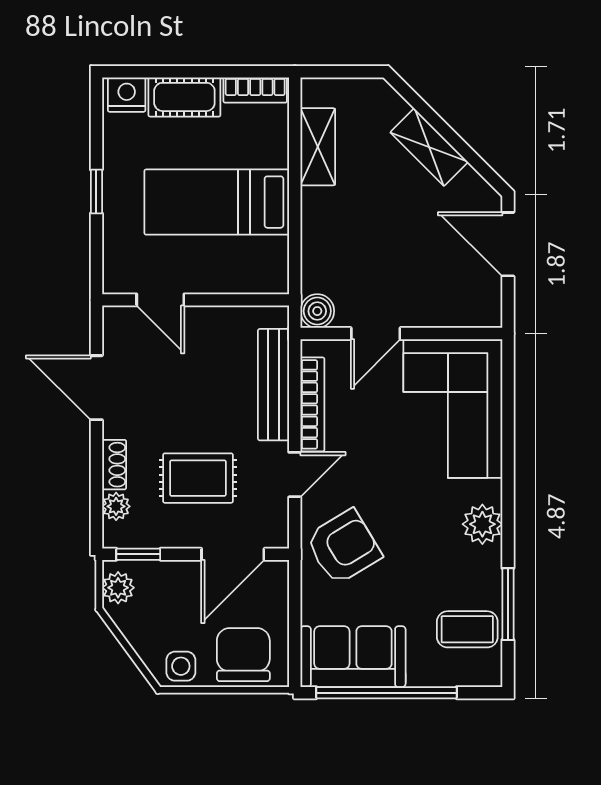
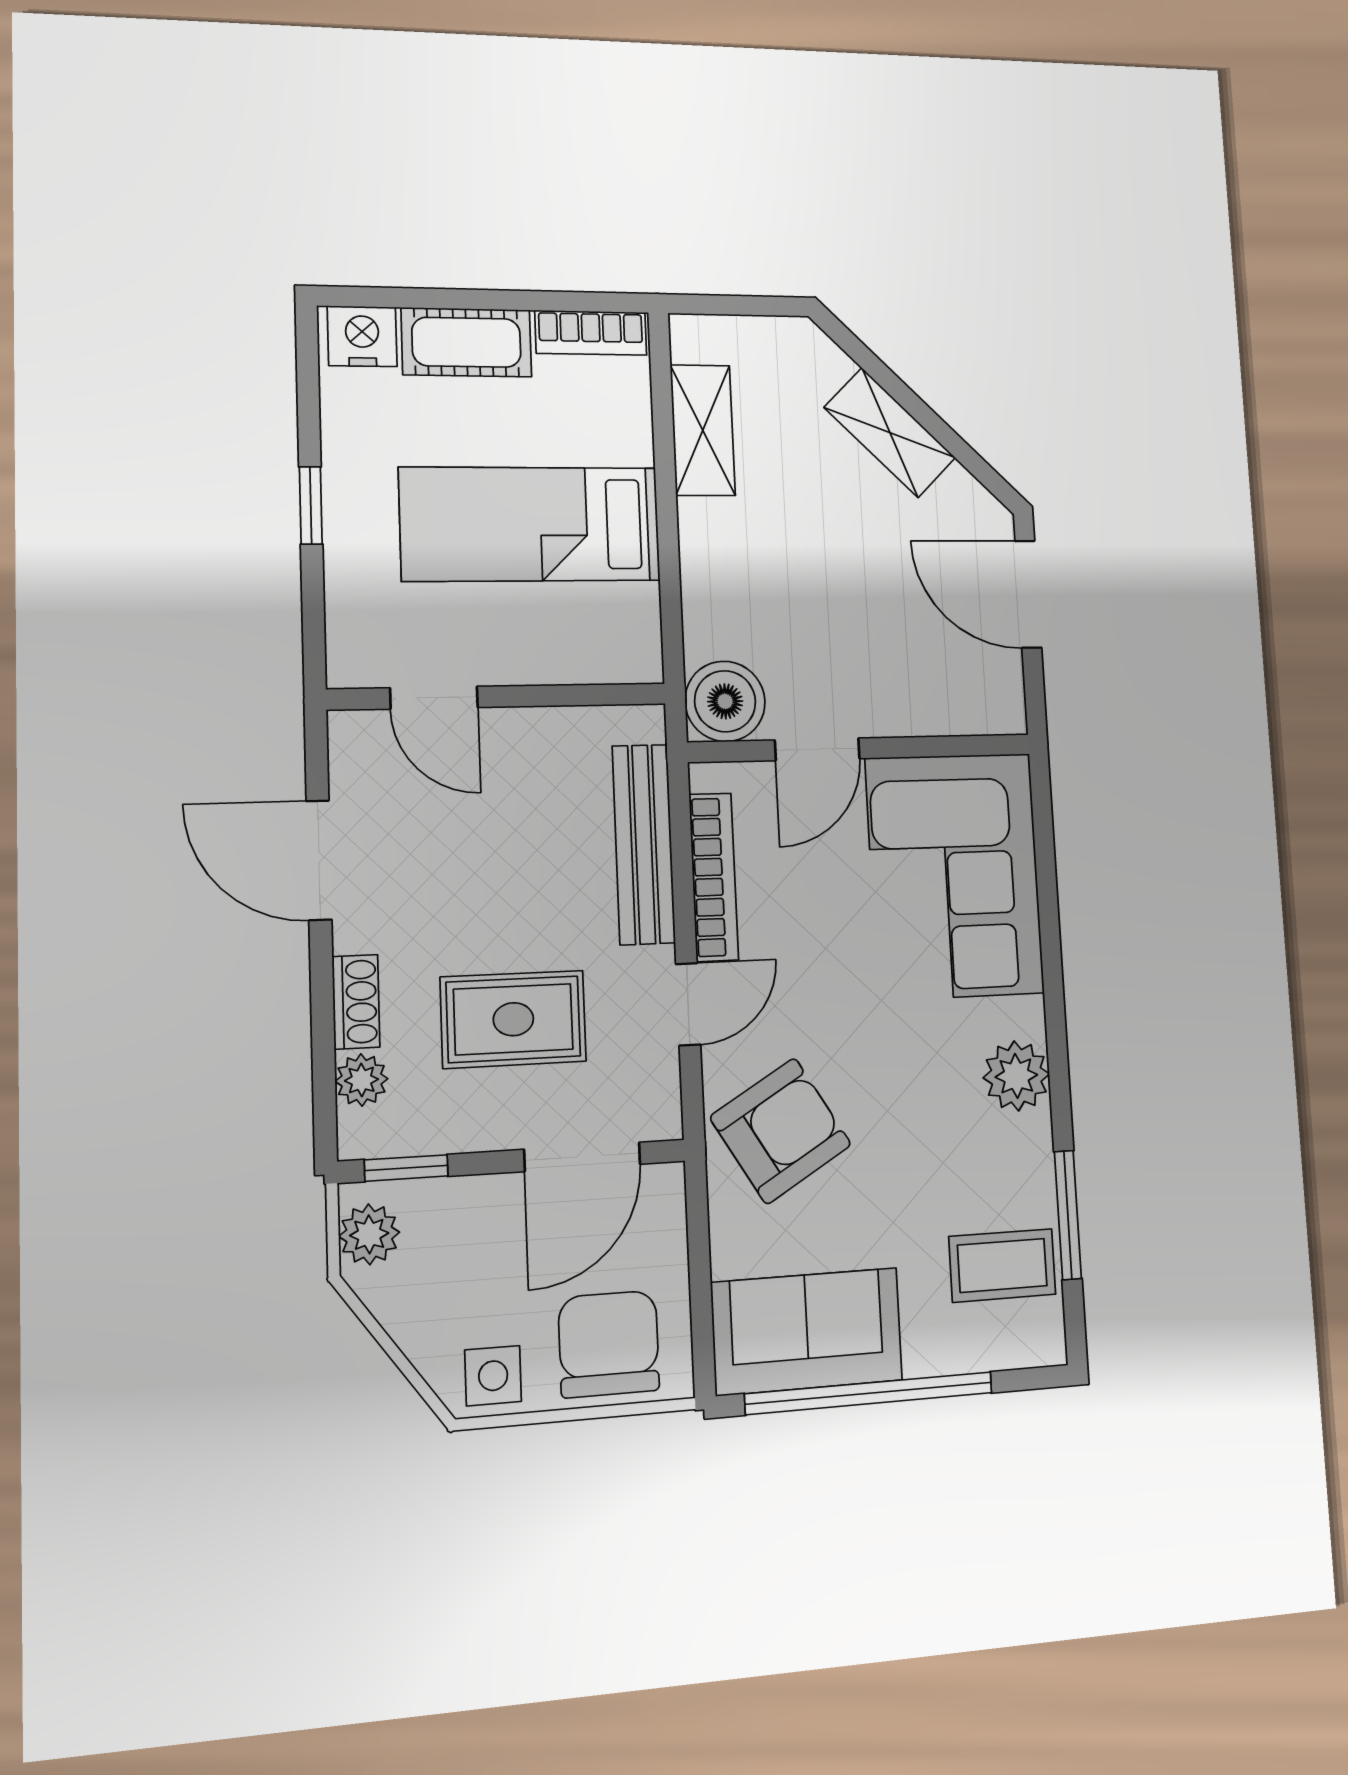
boiler: (317, 311) -> (725, 701), width x1.36, depth x1.36

